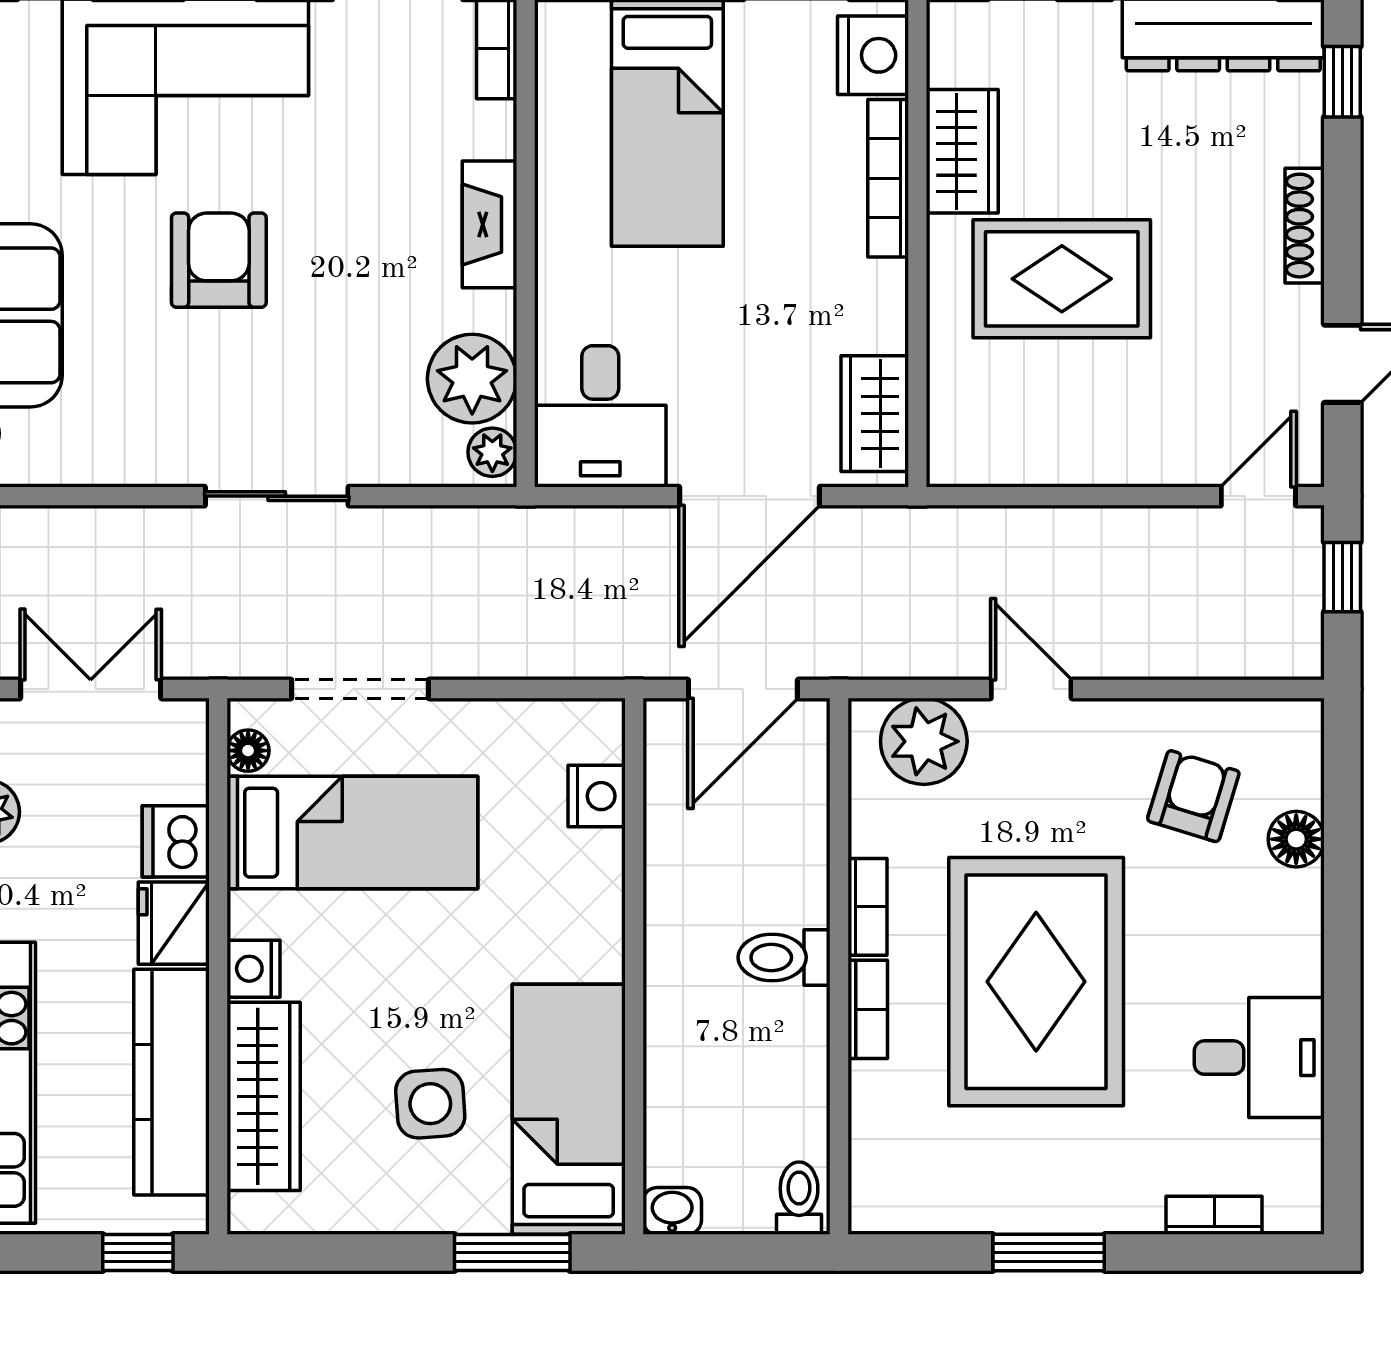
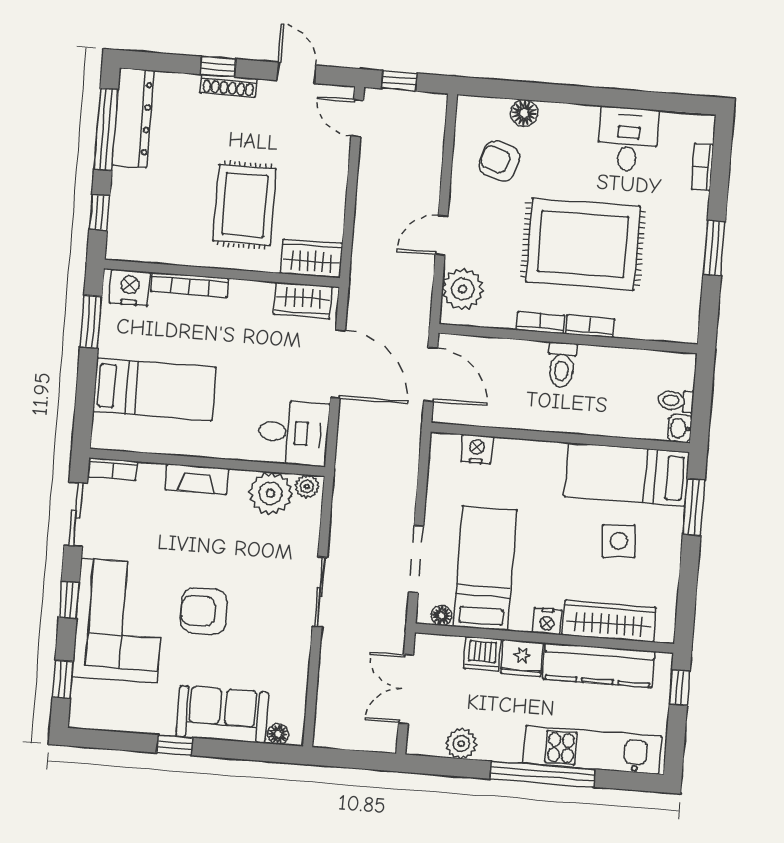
window: (1342, 82) -> (218, 67), moved
wardrobe: (962, 151) -> (312, 258), moved
toilet: (799, 1198) -> (676, 401), moved

